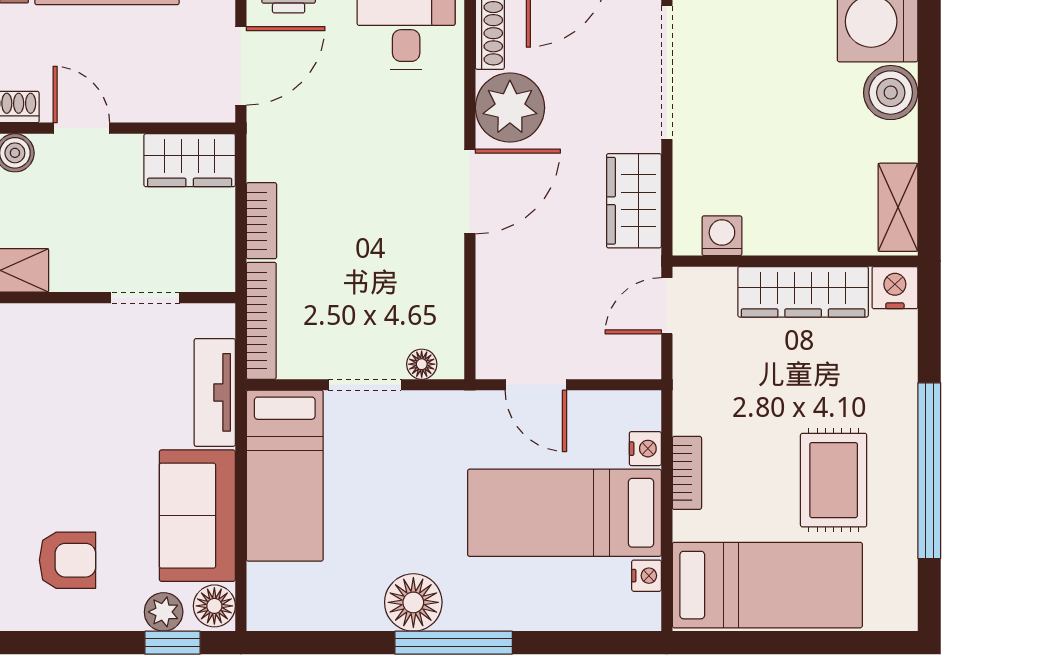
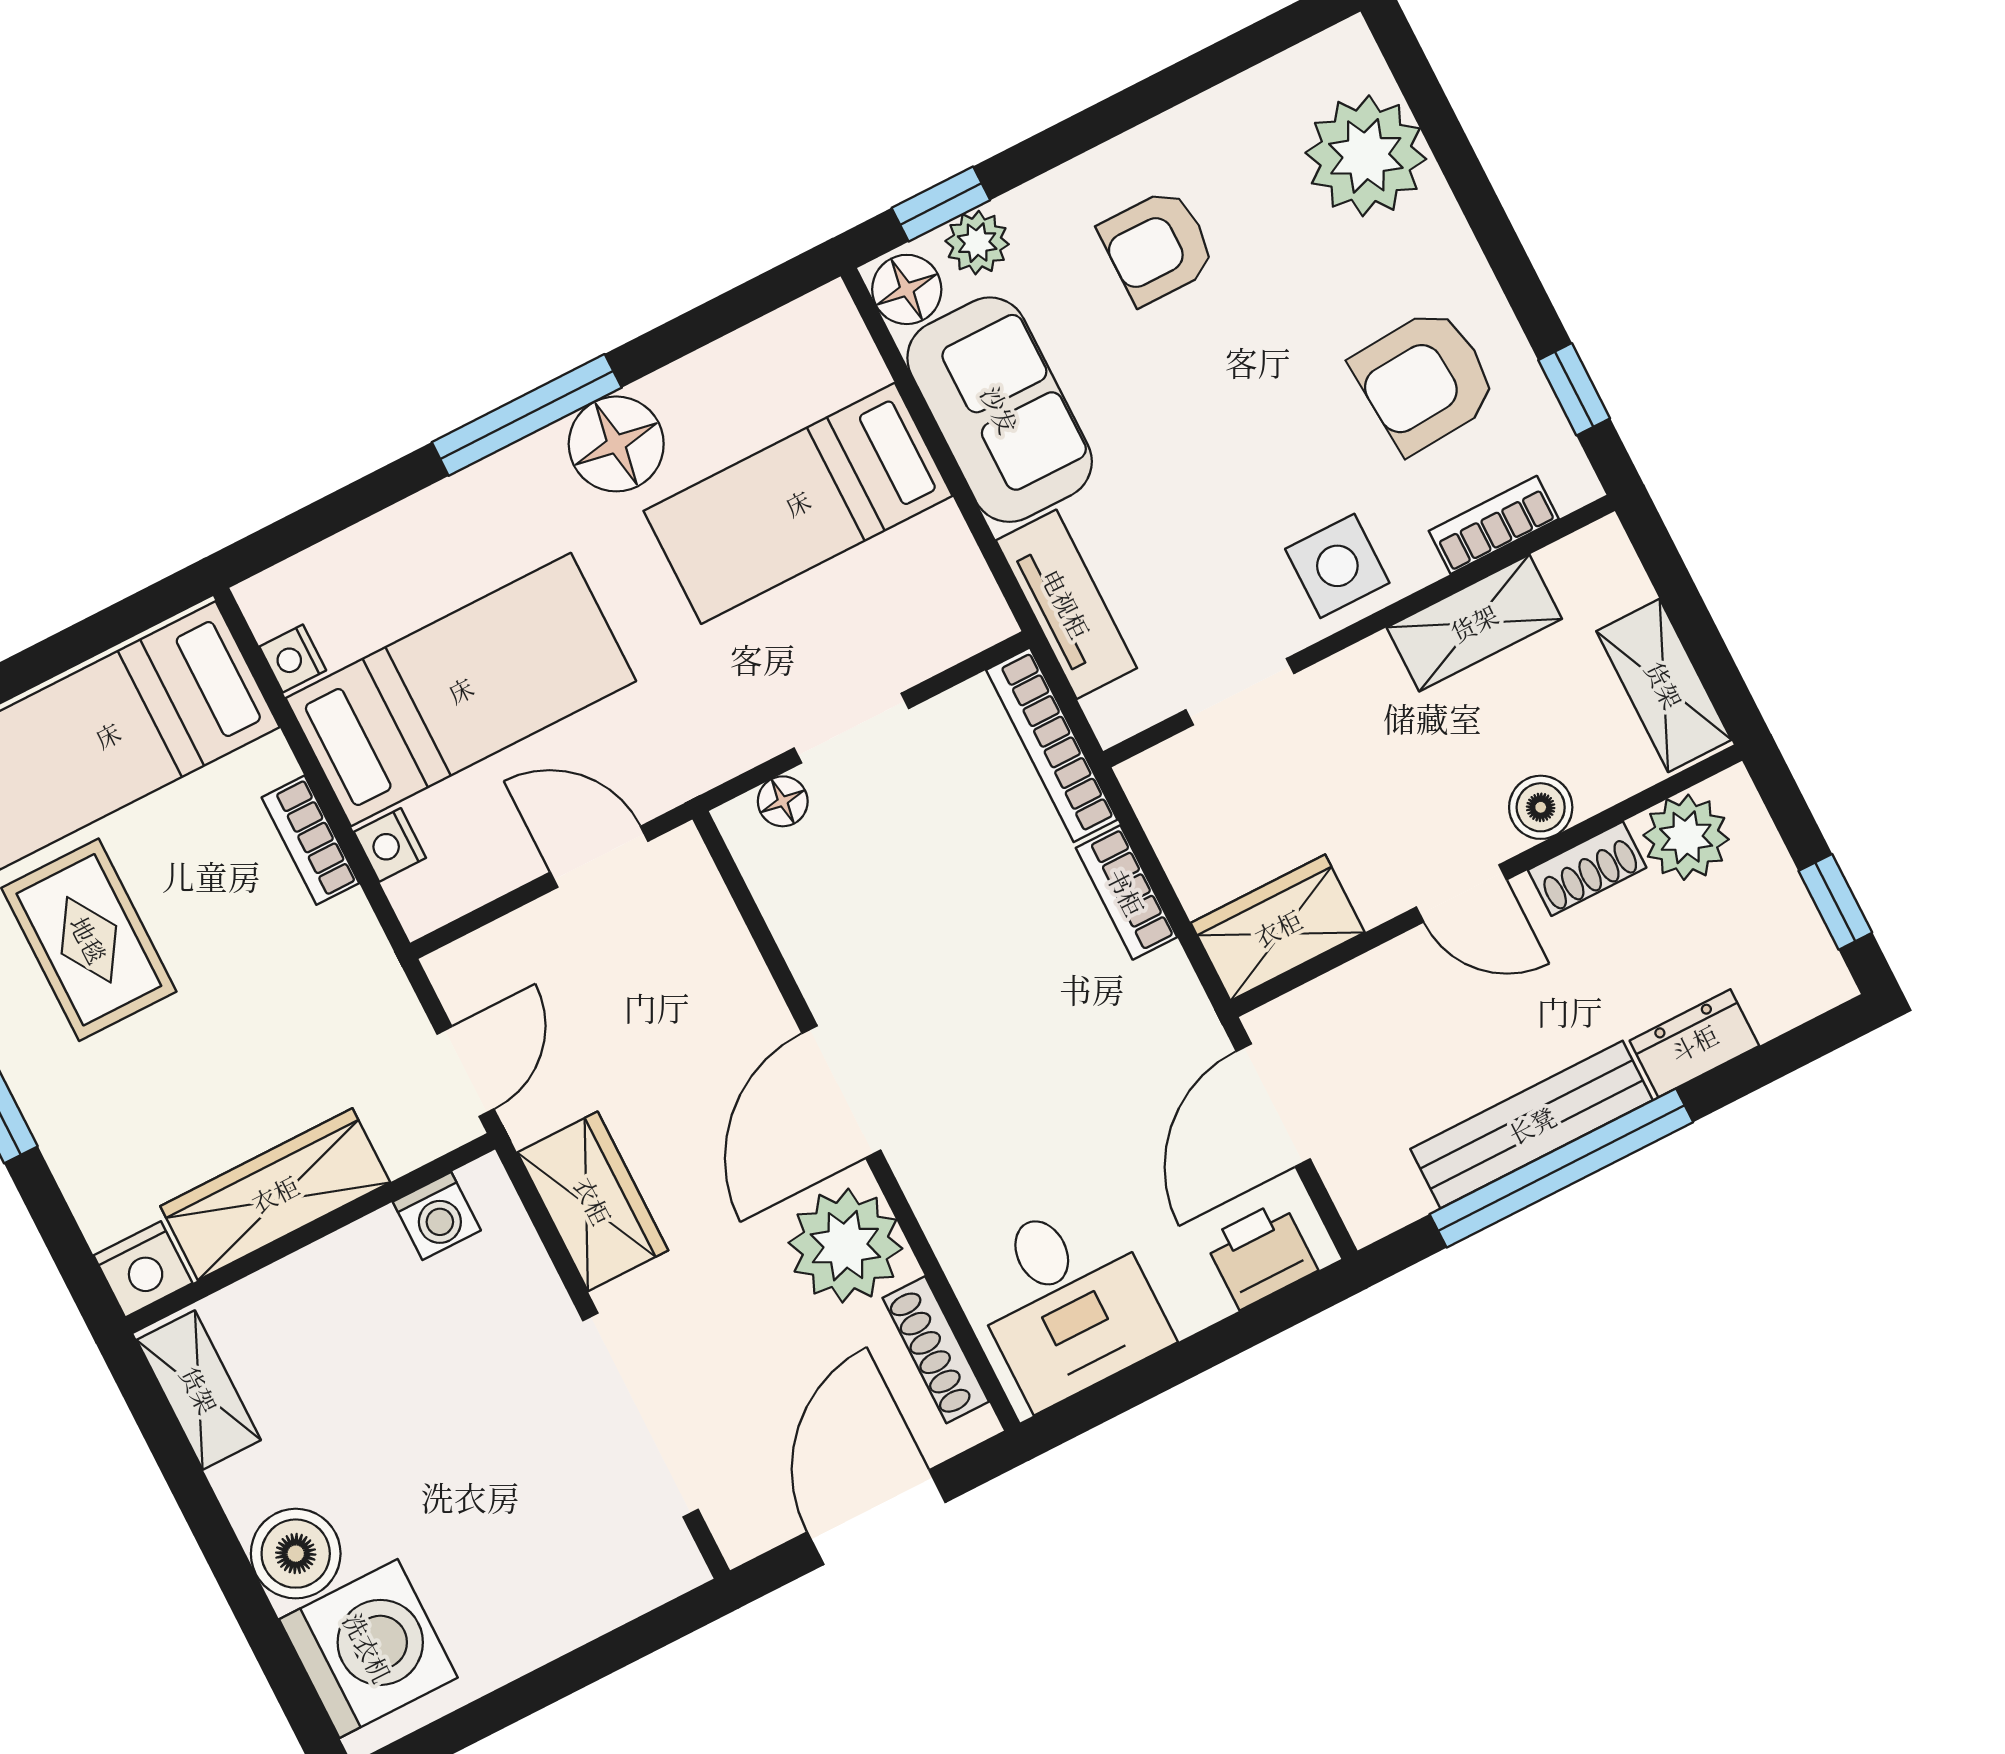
side table: (58, 339) -> (1337, 566), added
bed: (285, 476) -> (798, 503), moved, turned -90

